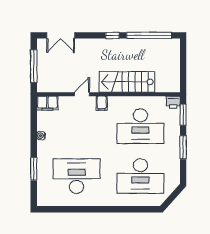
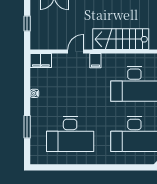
window: (34, 66) -> (27, 23), width x0.46
desk: (76, 176) -> (70, 134), turned 180

